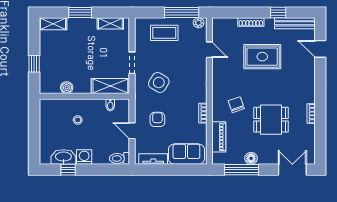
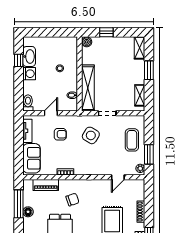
window: (182, 12) -> (149, 154), width x0.69
shelving: (110, 86) -> (88, 88), width x1.47
boiler: (67, 88) -> (87, 42), moved

